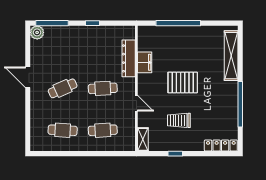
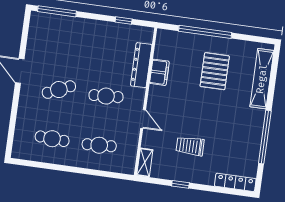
window: (93, 23) -> (124, 21), moved
plant: (37, 32) -> (38, 20), removed
pallet: (183, 82) -> (215, 71), moved, turned 90

